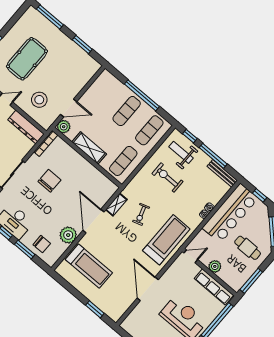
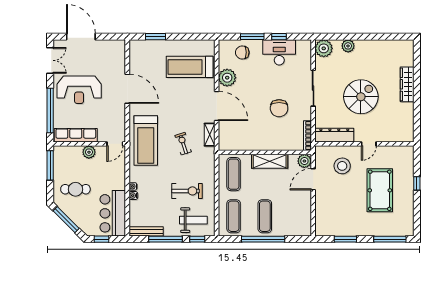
bar counter: (230, 213) -> (113, 213), width x0.73

